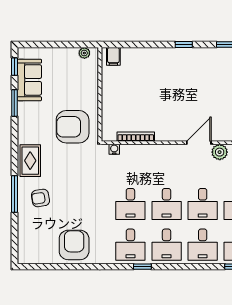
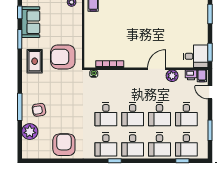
rug: (30, 161) -> (35, 61), moved
plant: (28, 227) -> (30, 132), added

